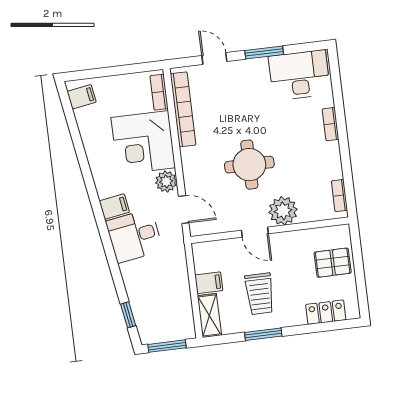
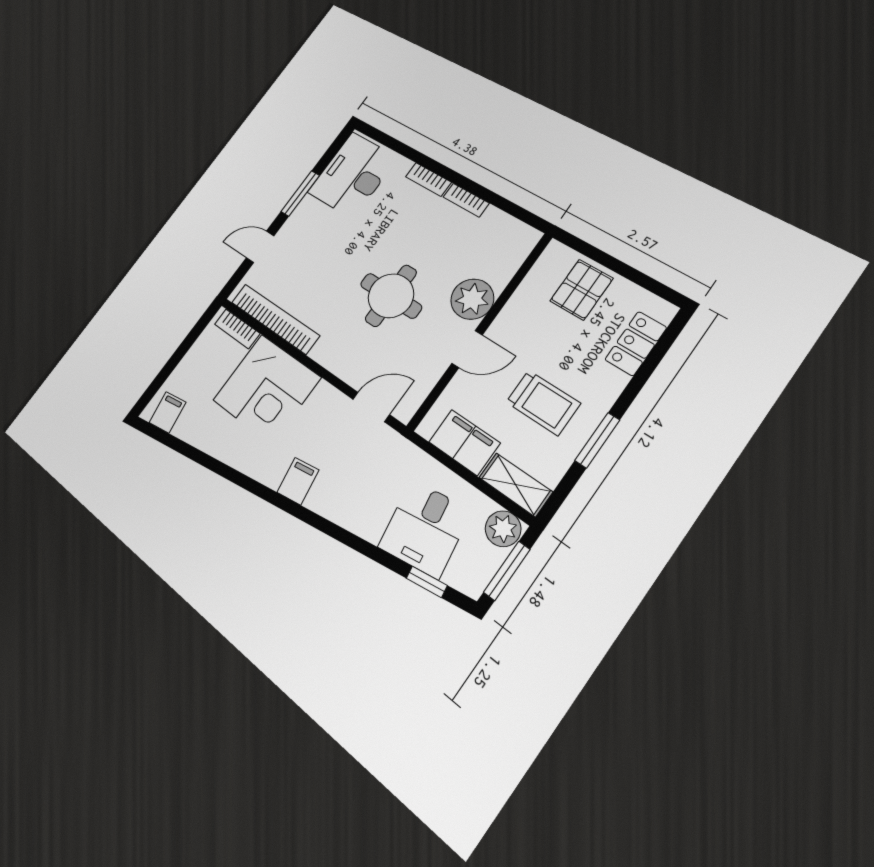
plant: (166, 182) -> (503, 529), moved
bookcase: (339, 196) -> (466, 200), moved
desk: (134, 236) -> (425, 529), moved
filing cabinet: (209, 283) -> (464, 442), width x2.00

